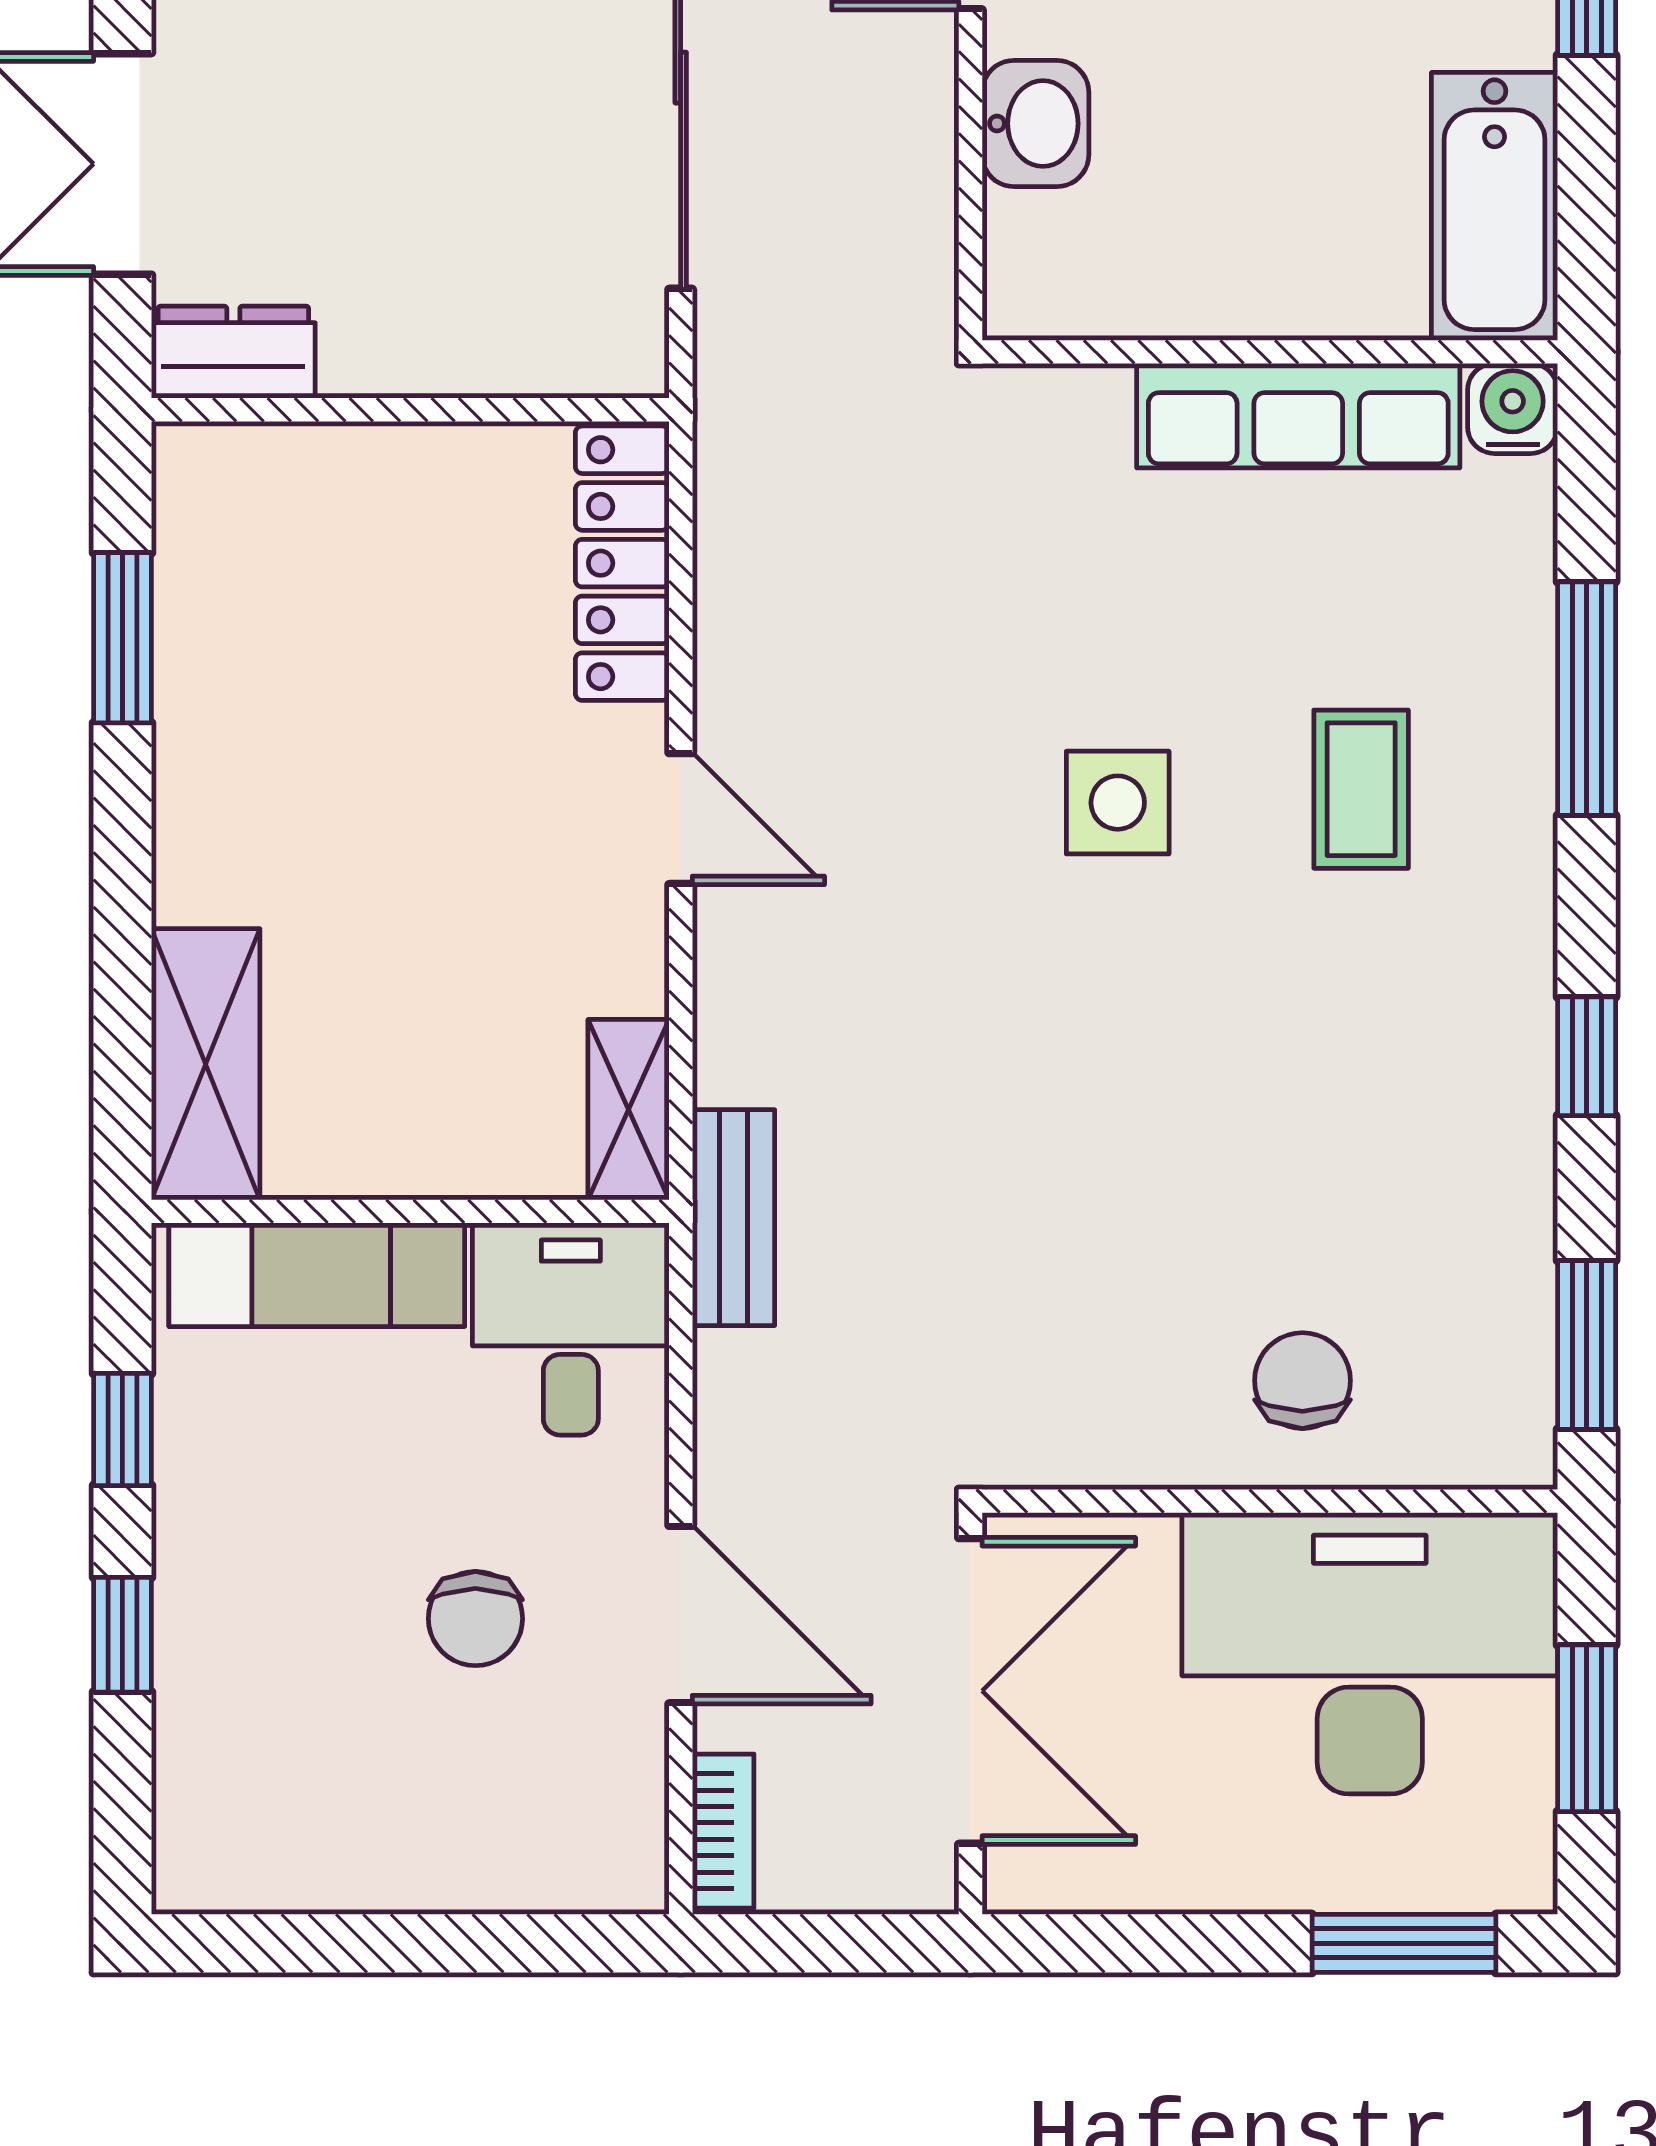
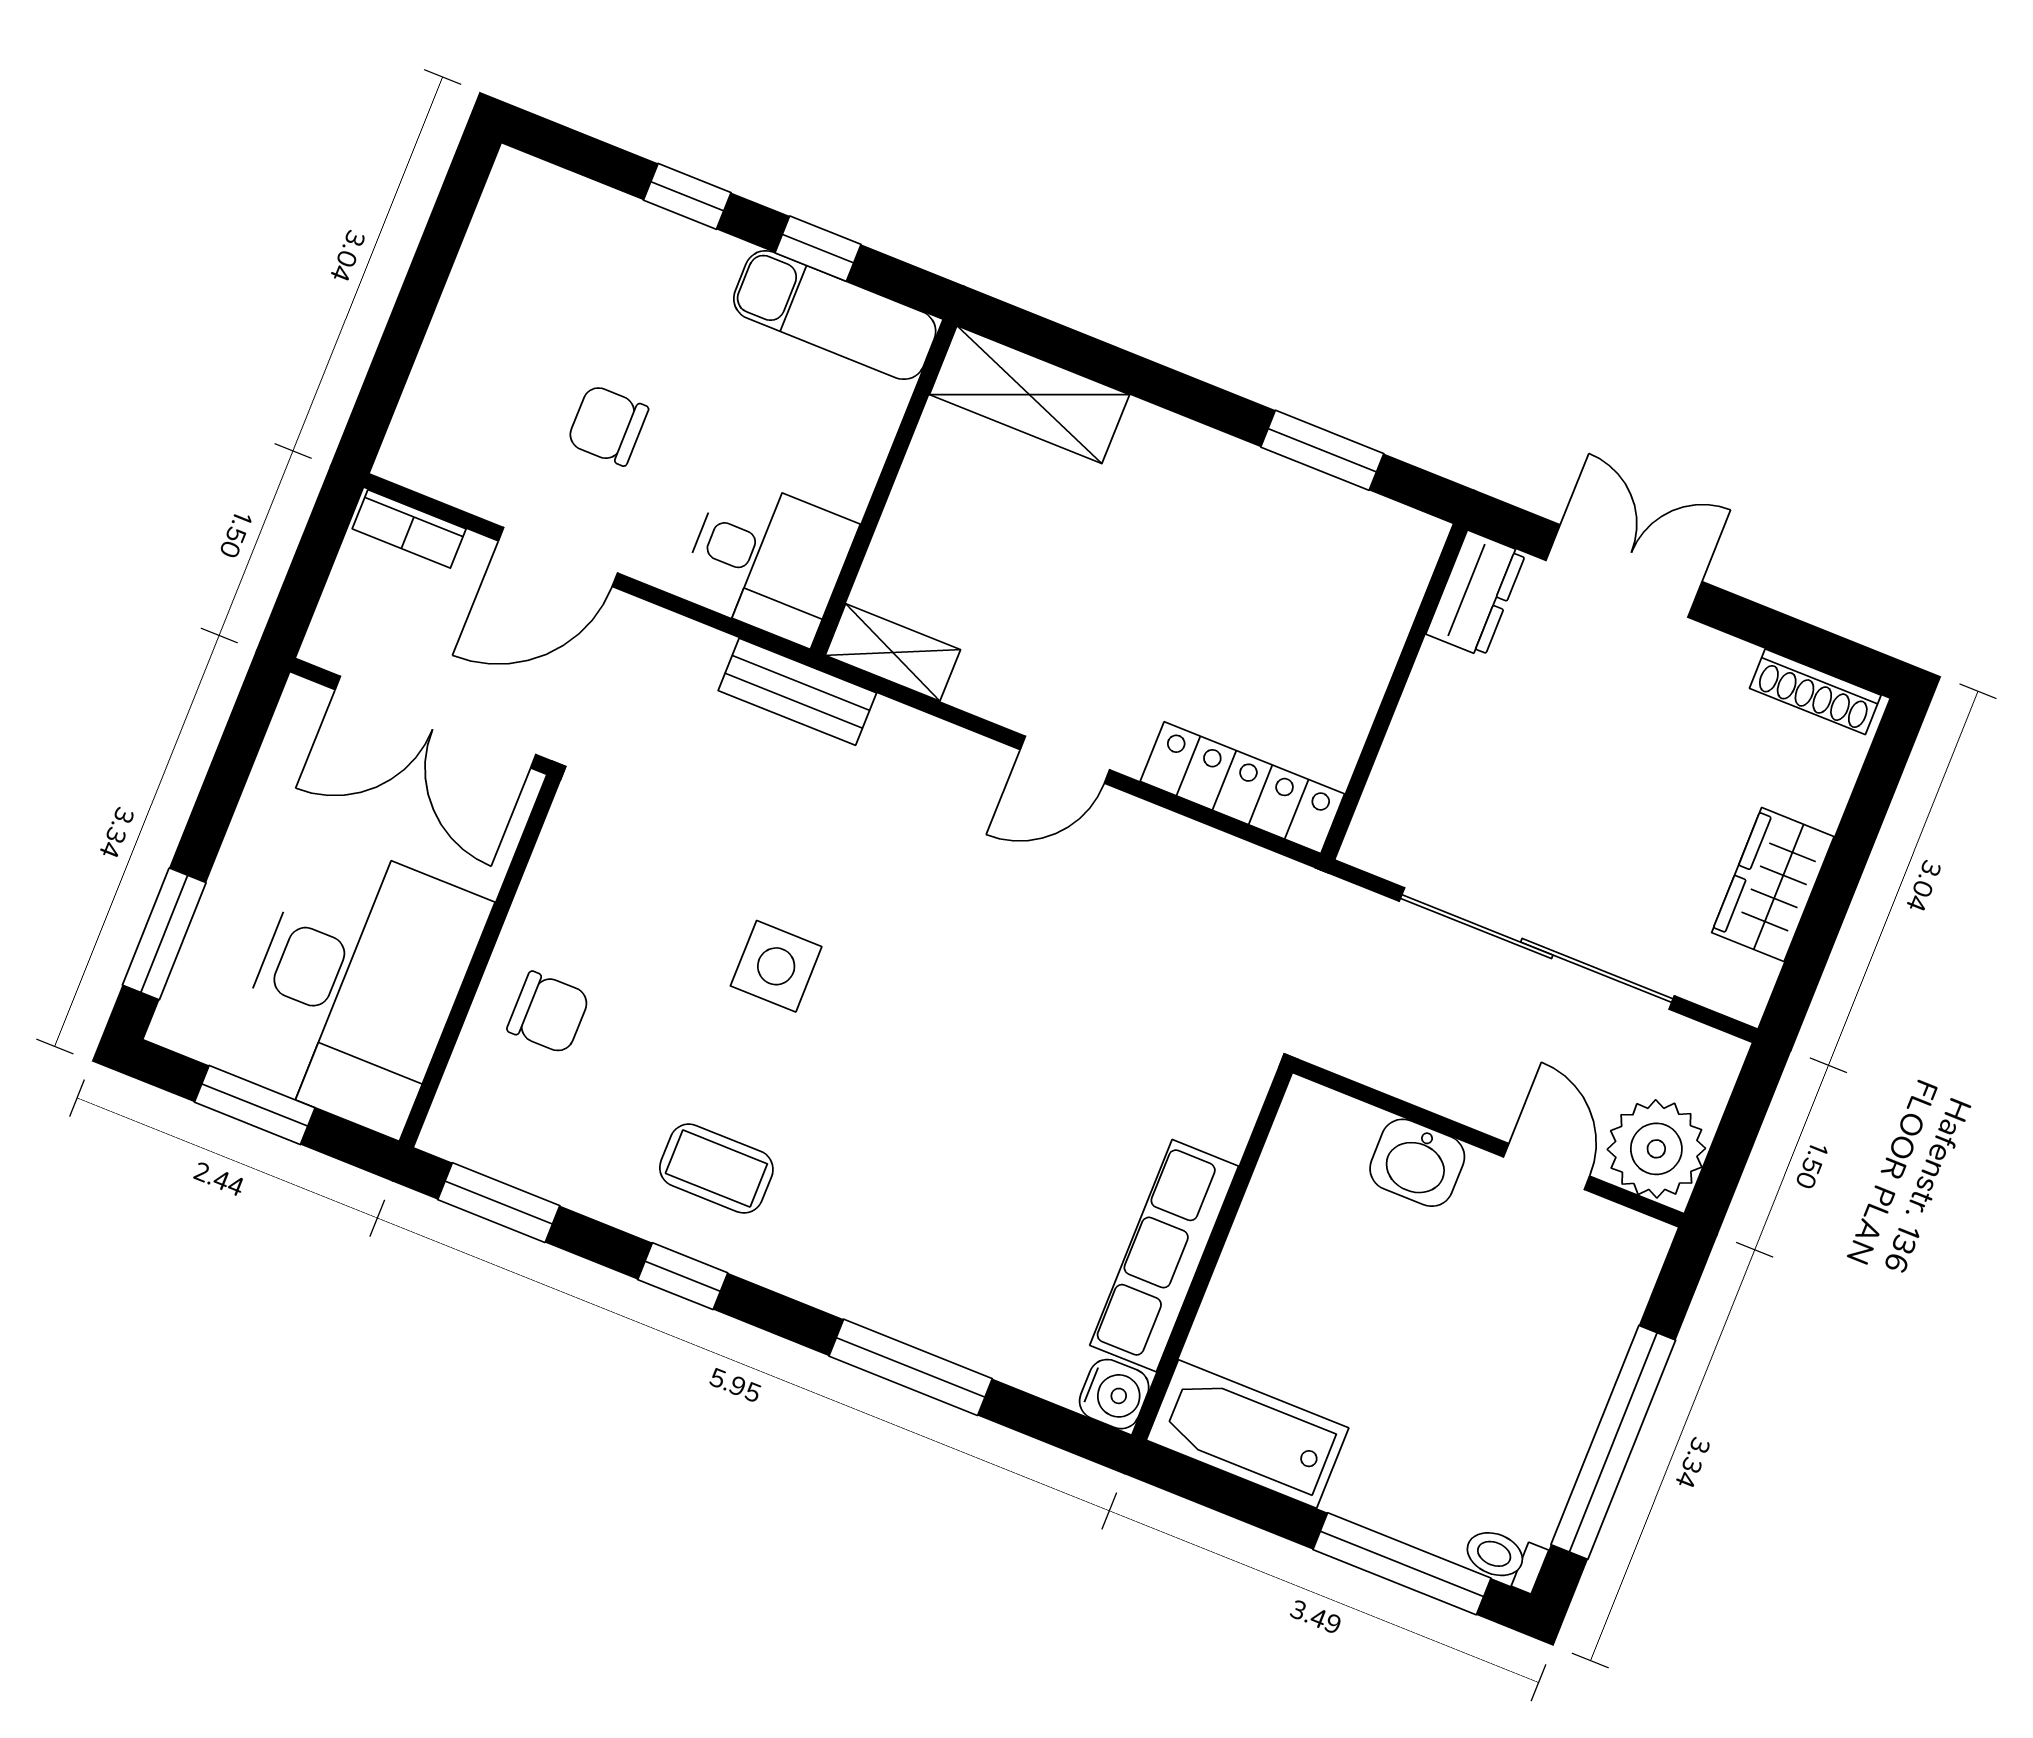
coffee table: (1361, 789) -> (716, 1169), moved
side table: (1118, 803) -> (776, 966), moved
exam couch: (317, 1275) -> (835, 315), moved, turned -90

